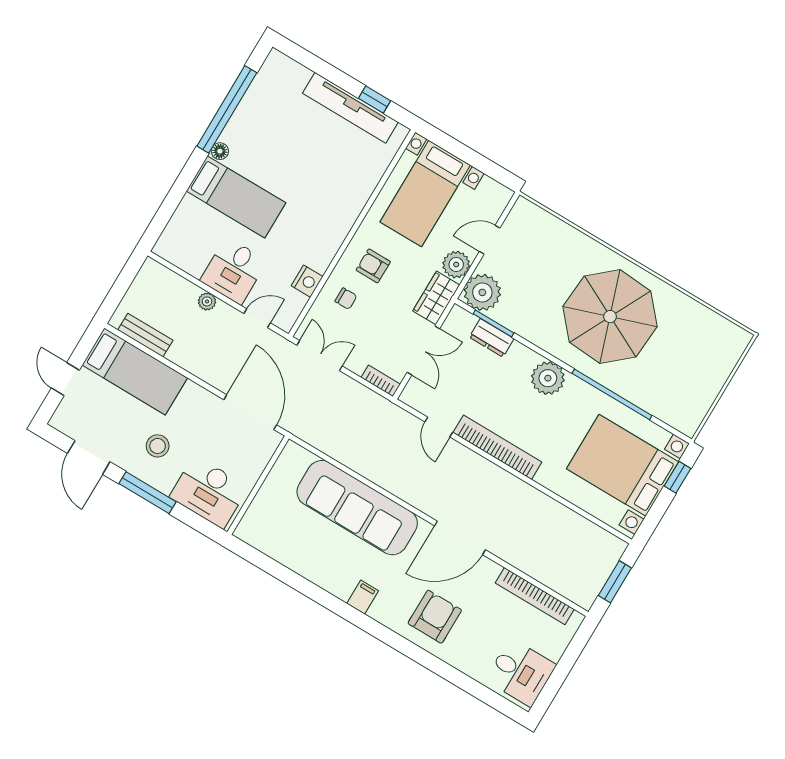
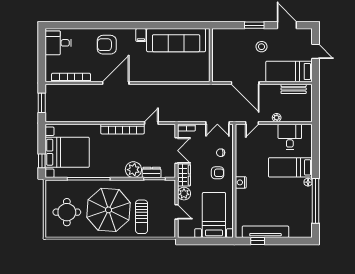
door: (490, 240) -> (176, 212), hinge flipped
sun lounger: (558, 268) -> (142, 217), added
desk: (234, 271) -> (290, 137), moved
nightstand: (307, 281) -> (241, 182), moved
plant: (482, 292) -> (166, 189), removed
double door: (423, 350) -> (176, 151), swing flipped
round table: (688, 358) -> (67, 212), added
plant: (548, 378) -> (133, 170), moved
door: (250, 412) -> (245, 83), moved
door: (439, 427) -> (151, 123), hinge flipped
desk: (209, 492) -> (229, 40), removed
window: (147, 493) -> (254, 25), width x0.69
sofa: (357, 508) -> (176, 40), moved, turned 180
armchair: (435, 617) -> (107, 45), turned 90

